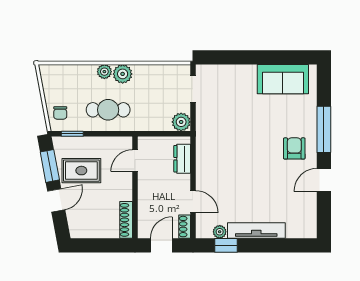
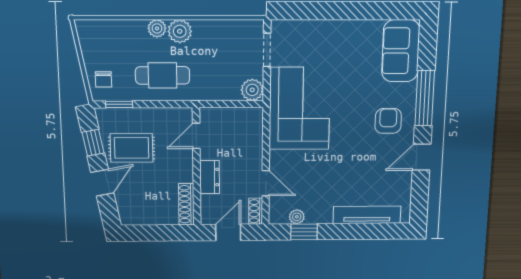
sofa: (283, 79) -> (401, 51), moved, turned 90
corner sofa: (220, 138) -> (300, 109), added
dresser: (182, 159) -> (210, 177), moved, turned 180
window: (50, 166) -> (93, 143), width x0.67
tv unit: (256, 231) -> (367, 215), moved

